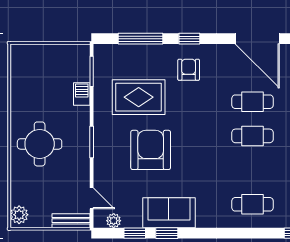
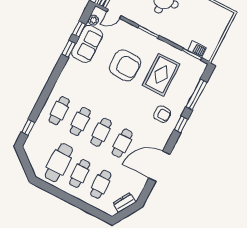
barbecue: (82, 94) -> (197, 49), moved
cafe table: (253, 170) -> (80, 121), added
sofa: (169, 213) -> (87, 44), moved

